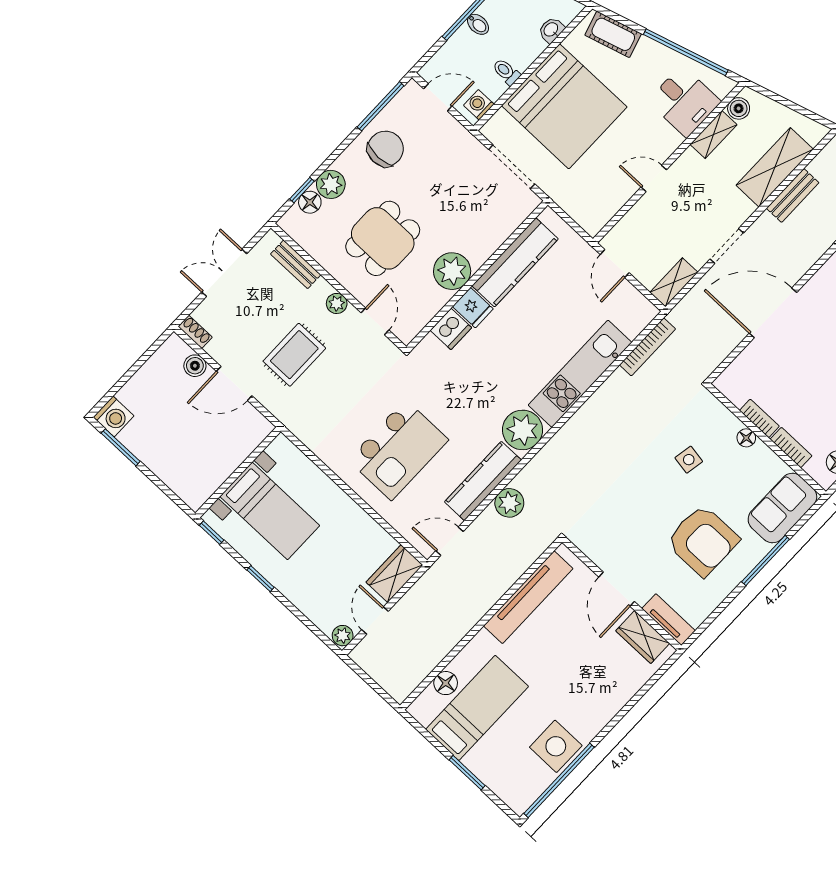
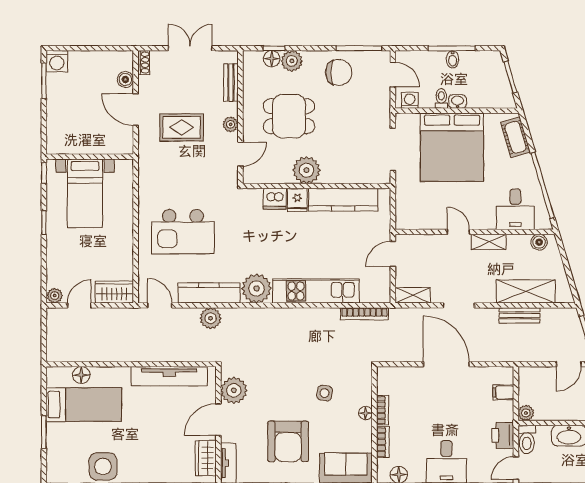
washbasin: (551, 30) -> (457, 101), moved
shelving: (713, 135) -> (489, 242), moved
plant: (602, 547) -> (234, 390), added

